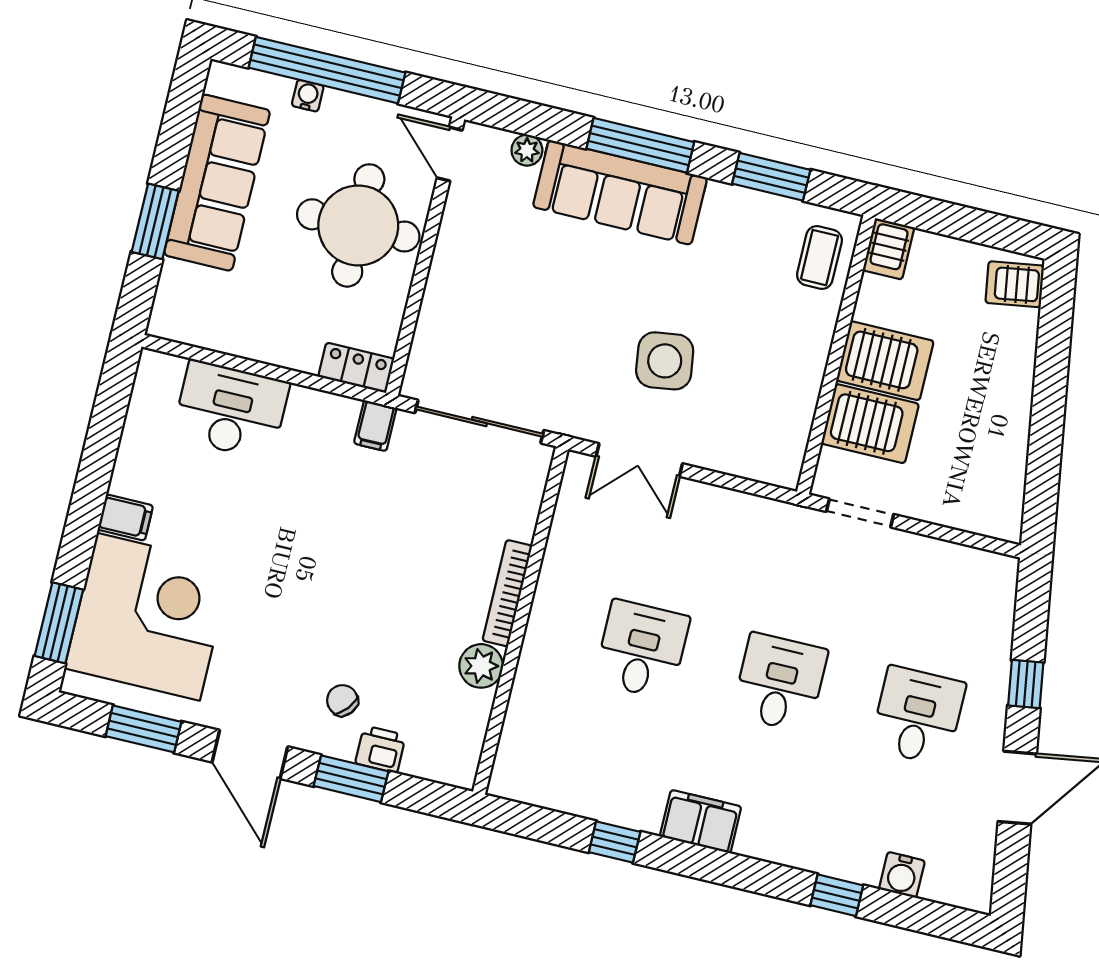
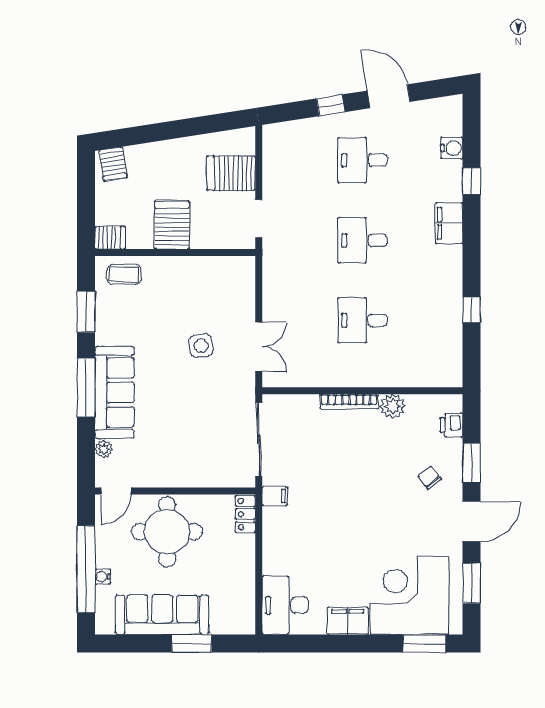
side table: (665, 361) -> (201, 346), width x0.73, depth x0.73
desk: (231, 410) -> (285, 605), moved
server rack: (870, 424) -> (231, 173), moved, turned -90
filing cabinet: (125, 518) -> (348, 621), width x2.00
chair: (342, 700) -> (430, 478), turned 102
printer: (380, 749) -> (451, 425), moved
filing cabinet: (701, 822) -> (449, 223), moved

